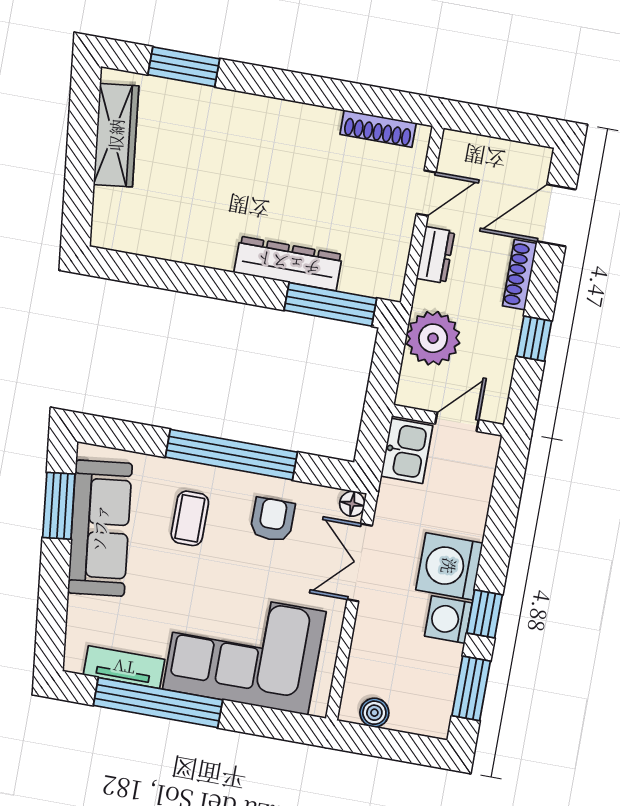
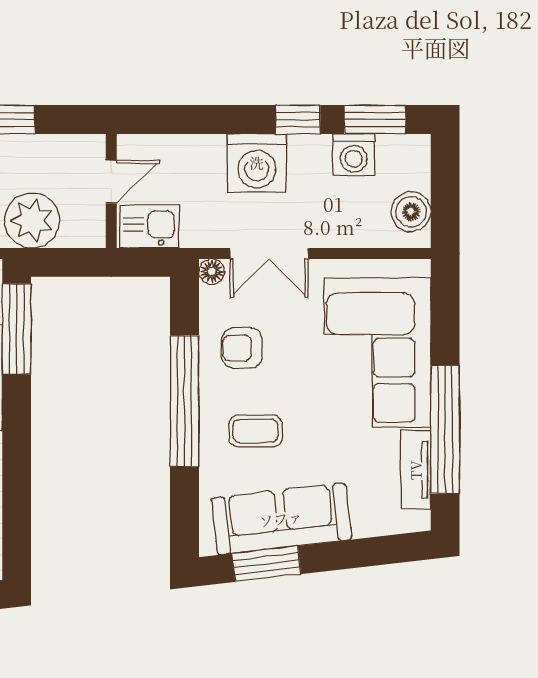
door: (457, 422) -> (111, 182), swing flipped
washing machine: (448, 619) -> (354, 155), moved
boiler: (374, 713) -> (411, 212), width x1.36, depth x1.36

